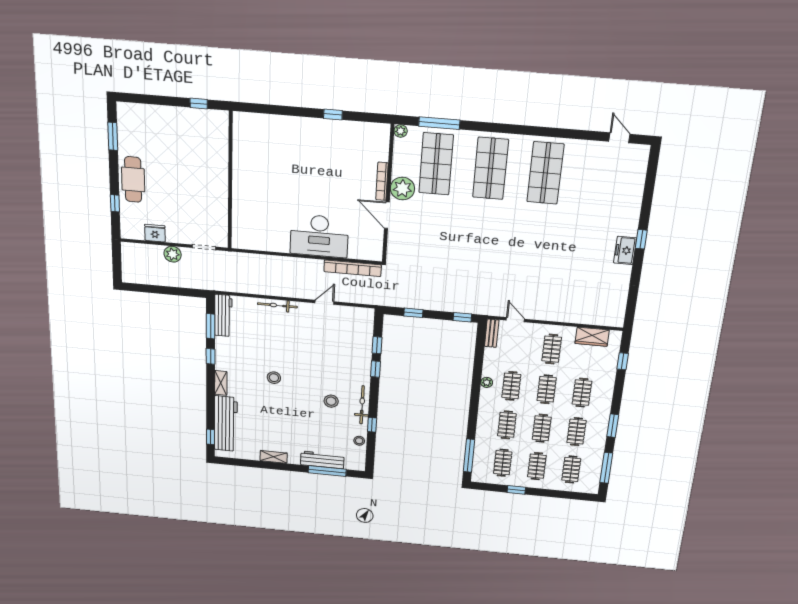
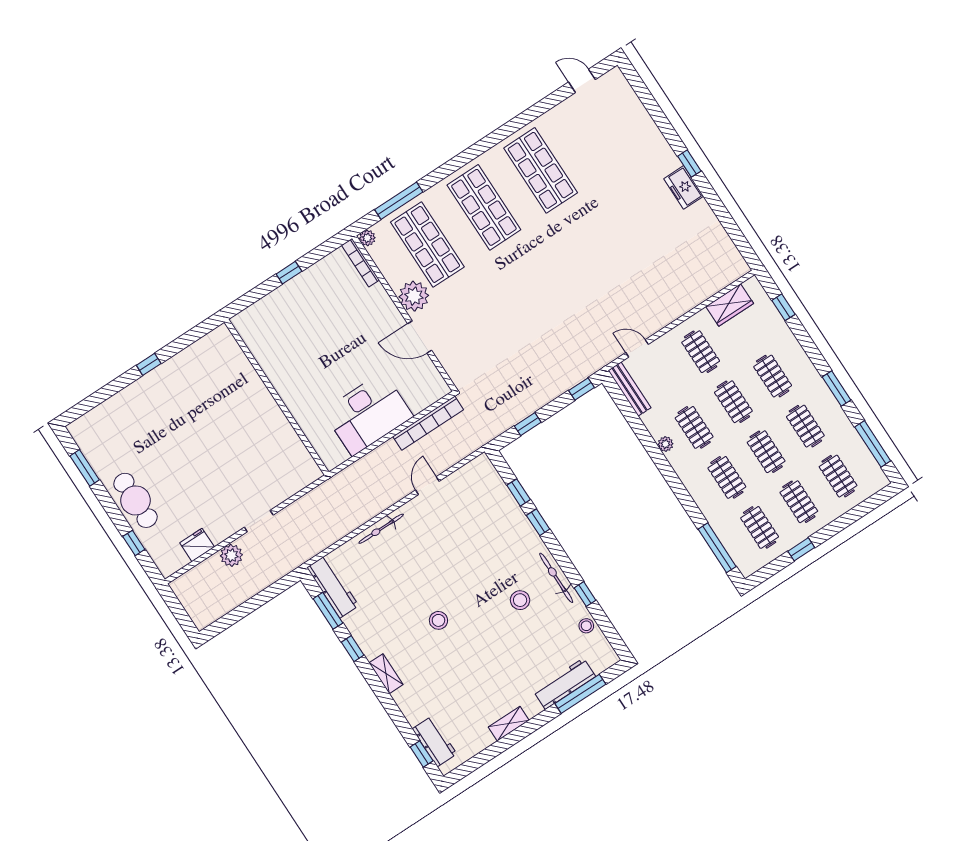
wall: (230, 181) -> (277, 397), moved
bookcase: (382, 181) -> (361, 263), moved
bench: (492, 333) -> (629, 389), width x1.36
workbench: (226, 424) -> (435, 741), width x0.53, depth x0.76

